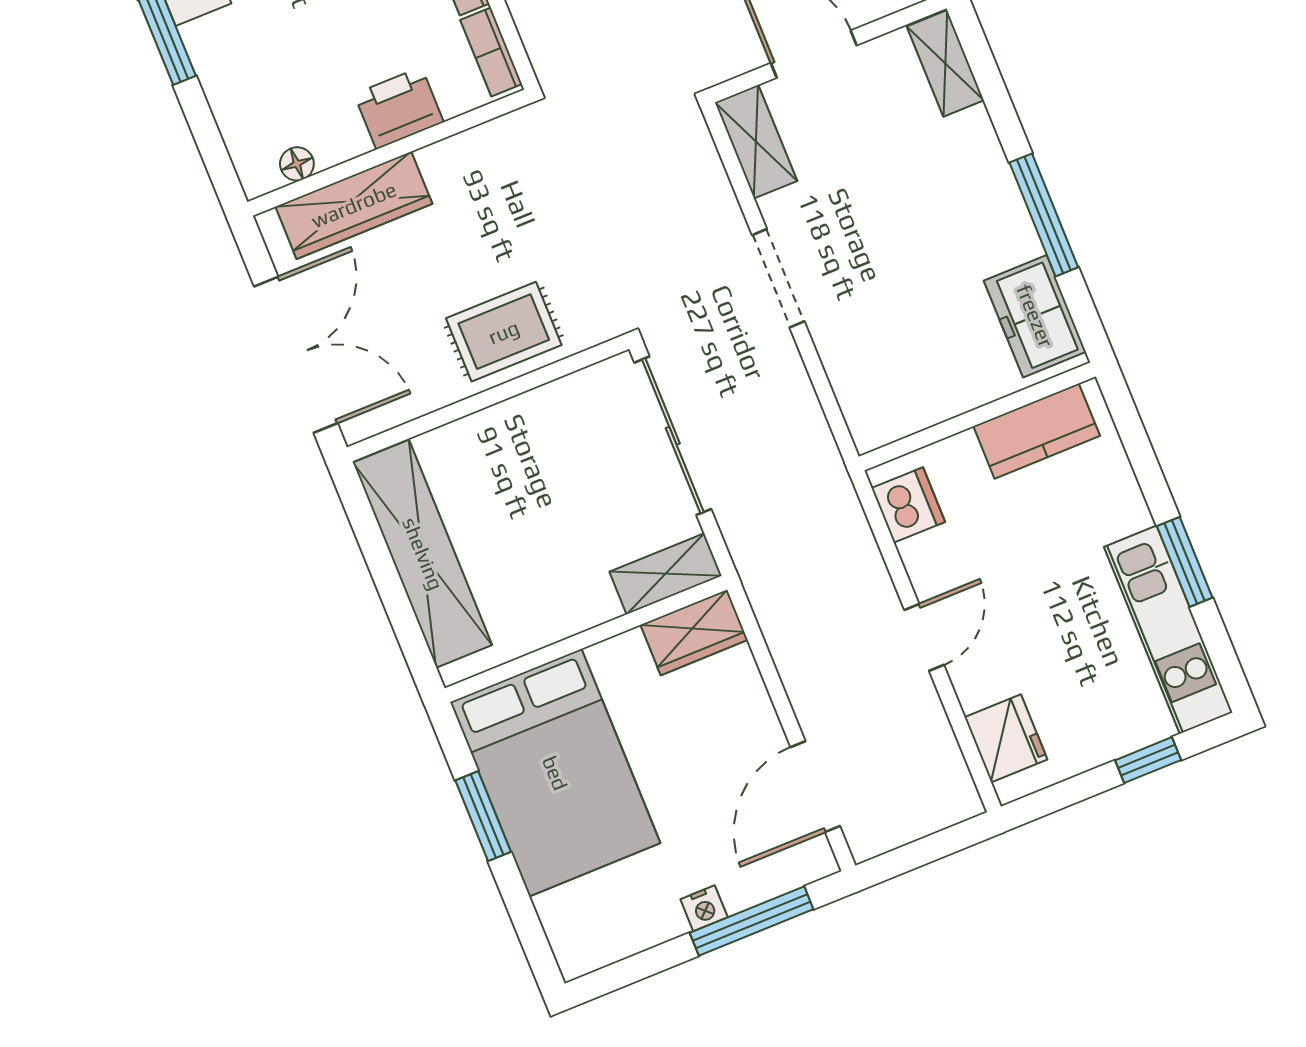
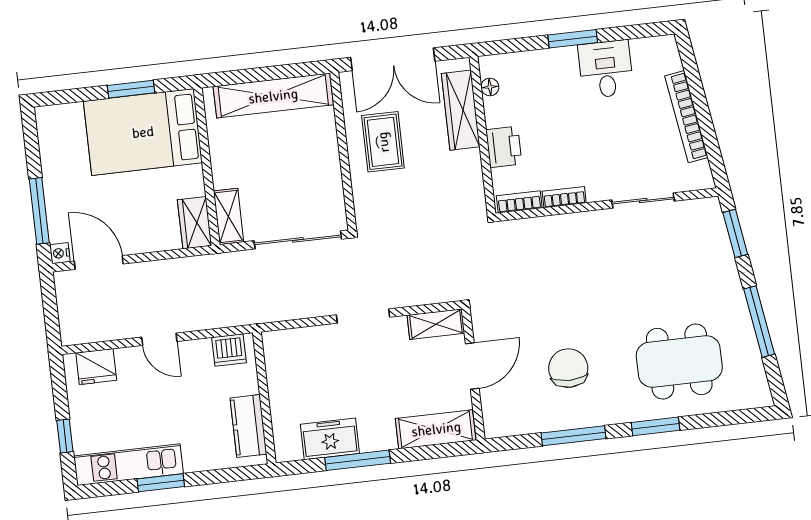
shelving: (945, 63) -> (436, 429), width x1.50, depth x1.33
freezer: (1035, 316) -> (330, 439), moved
rug: (504, 332) -> (383, 142), moved
nightstand: (704, 908) -> (60, 253), moved

